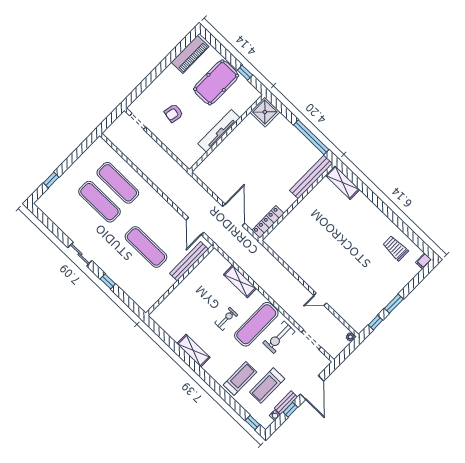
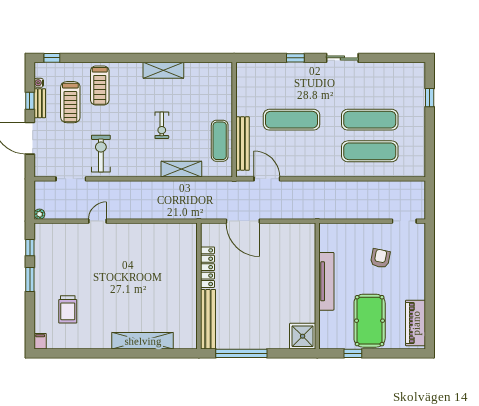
shelving: (343, 182) -> (143, 341), moved, width x1.47
locker: (268, 222) -> (207, 267), moved
trolley: (395, 248) -> (68, 309), moved, turned 90
exercise mat: (256, 324) -> (220, 141), moved, width x0.73, depth x0.69
treadmill: (267, 386) -> (70, 102), turned 180

